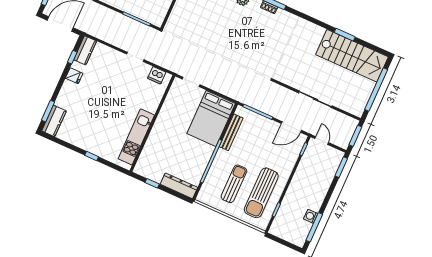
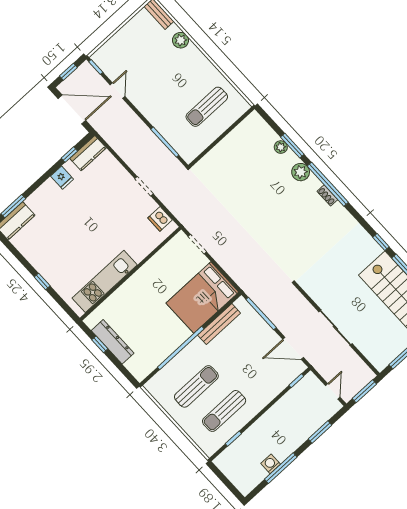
window: (322, 24) -> (381, 242), added
door: (322, 141) -> (333, 391), moved
window: (341, 167) -> (320, 432), moved
dresser: (179, 186) -> (113, 342), moved
sun lounger: (261, 193) -> (224, 411), width x0.73, depth x0.75
window: (314, 227) -> (281, 468), moved

